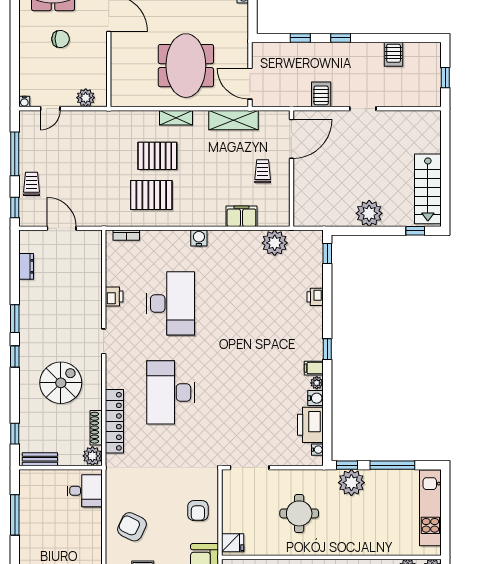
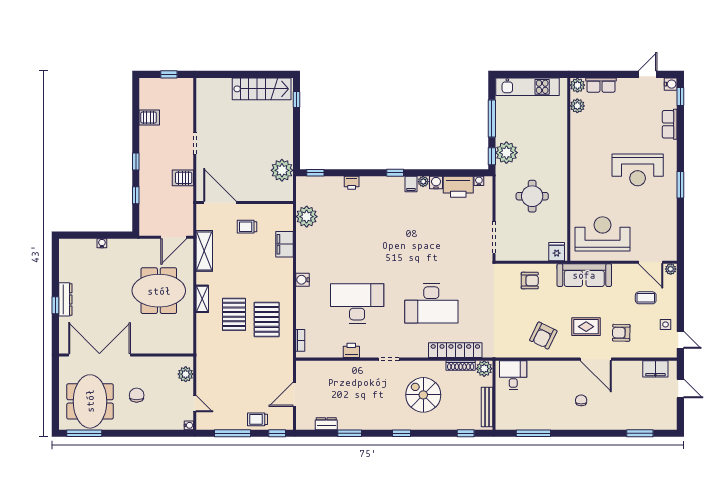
plant: (369, 213) -> (282, 170), moved
window: (15, 319) -> (350, 433), moved
bench: (40, 459) -> (487, 407), width x1.36

